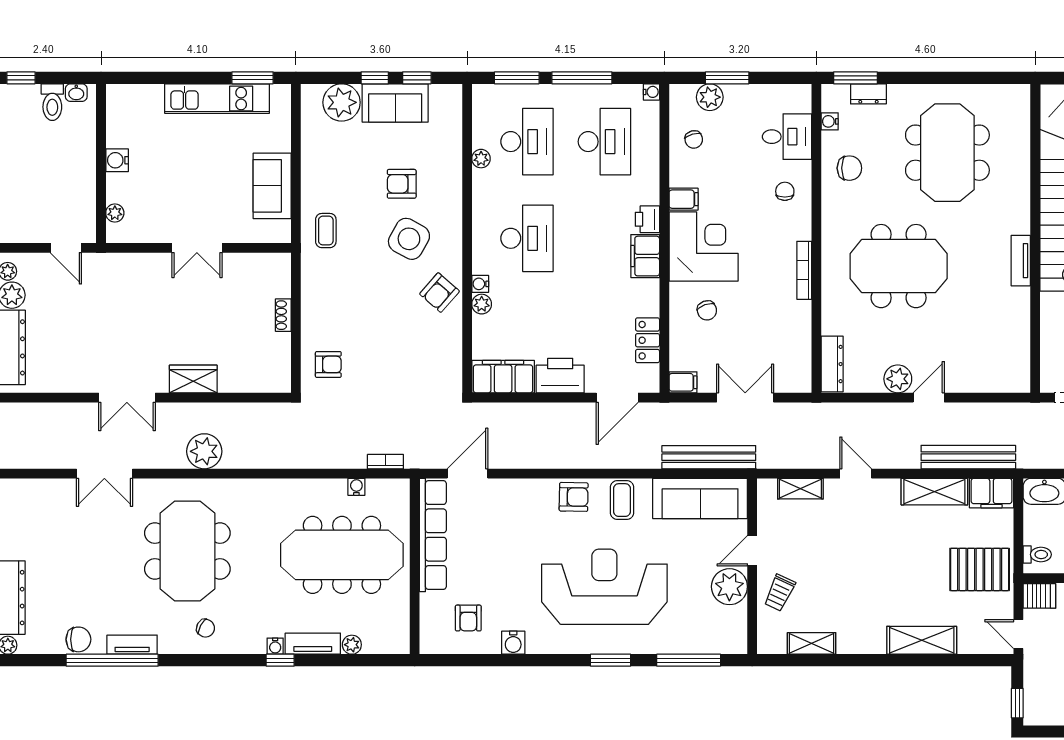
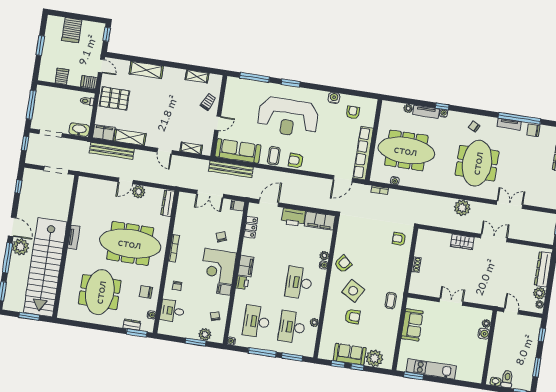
water cooler: (117, 160) -> (484, 334), moved
meeting table: (899, 266) -> (130, 243), width x1.36
plant: (729, 587) -> (231, 108), removed

